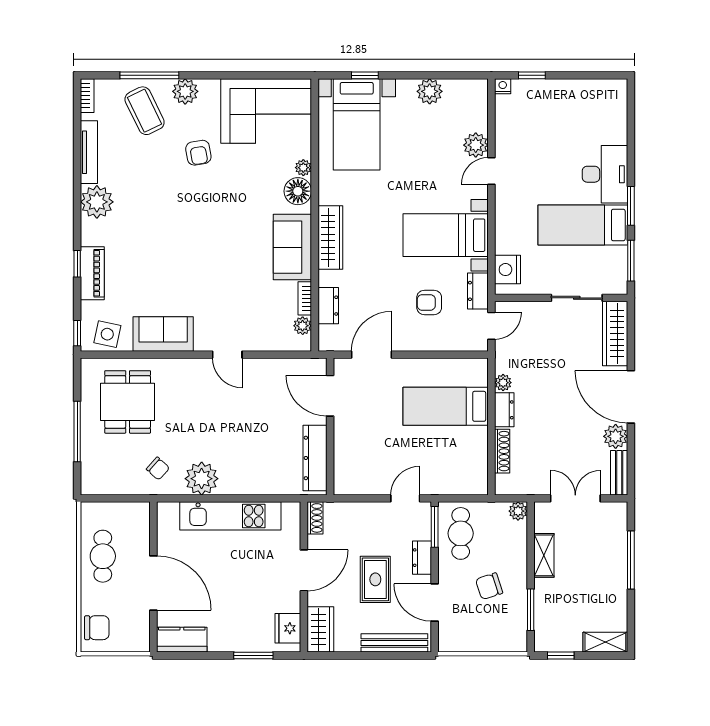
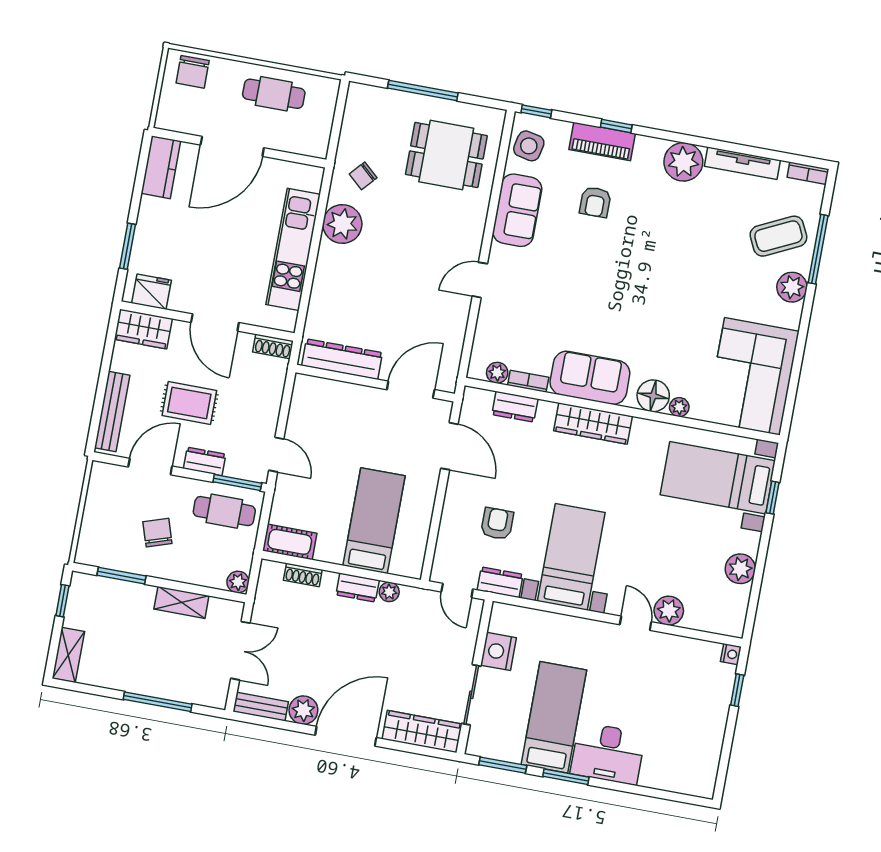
armchair: (198, 153) -> (595, 202), moved, turned -80
nightstand: (508, 270) -> (498, 651), moved, turned -90
shoe rack: (502, 451) -> (303, 575), width x0.70
cot: (476, 474) -> (290, 542), added

